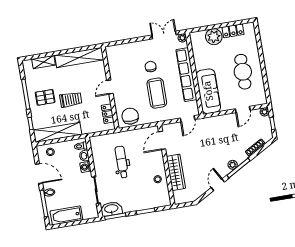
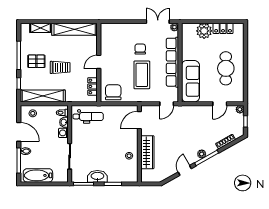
dental chair: (122, 162) -> (88, 116), moved, turned 90
washbasin: (111, 209) -> (97, 176), moved

